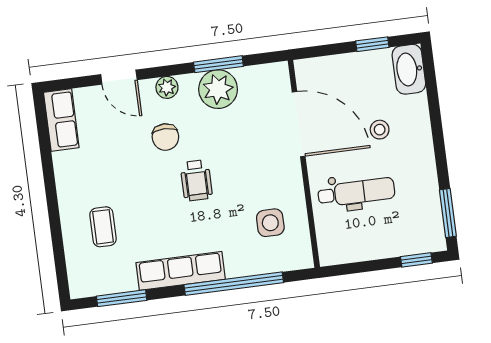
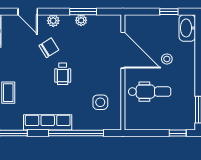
plant: (218, 89) -> (81, 20), width x0.53, depth x0.53
chair: (165, 137) -> (49, 48), turned -122

